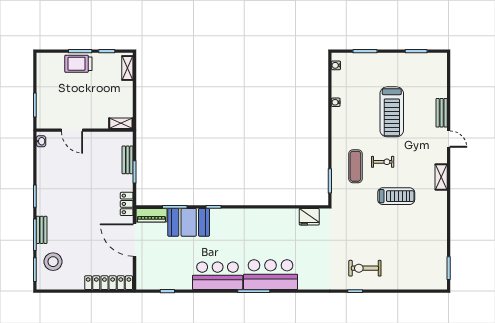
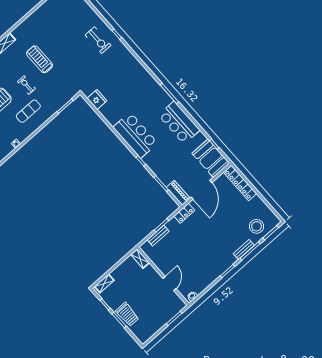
exercise mat: (355, 166) -> (28, 111), moved
booth: (189, 222) -> (211, 158), moved
bar counter: (271, 275) -> (135, 135), moved, turned 180

